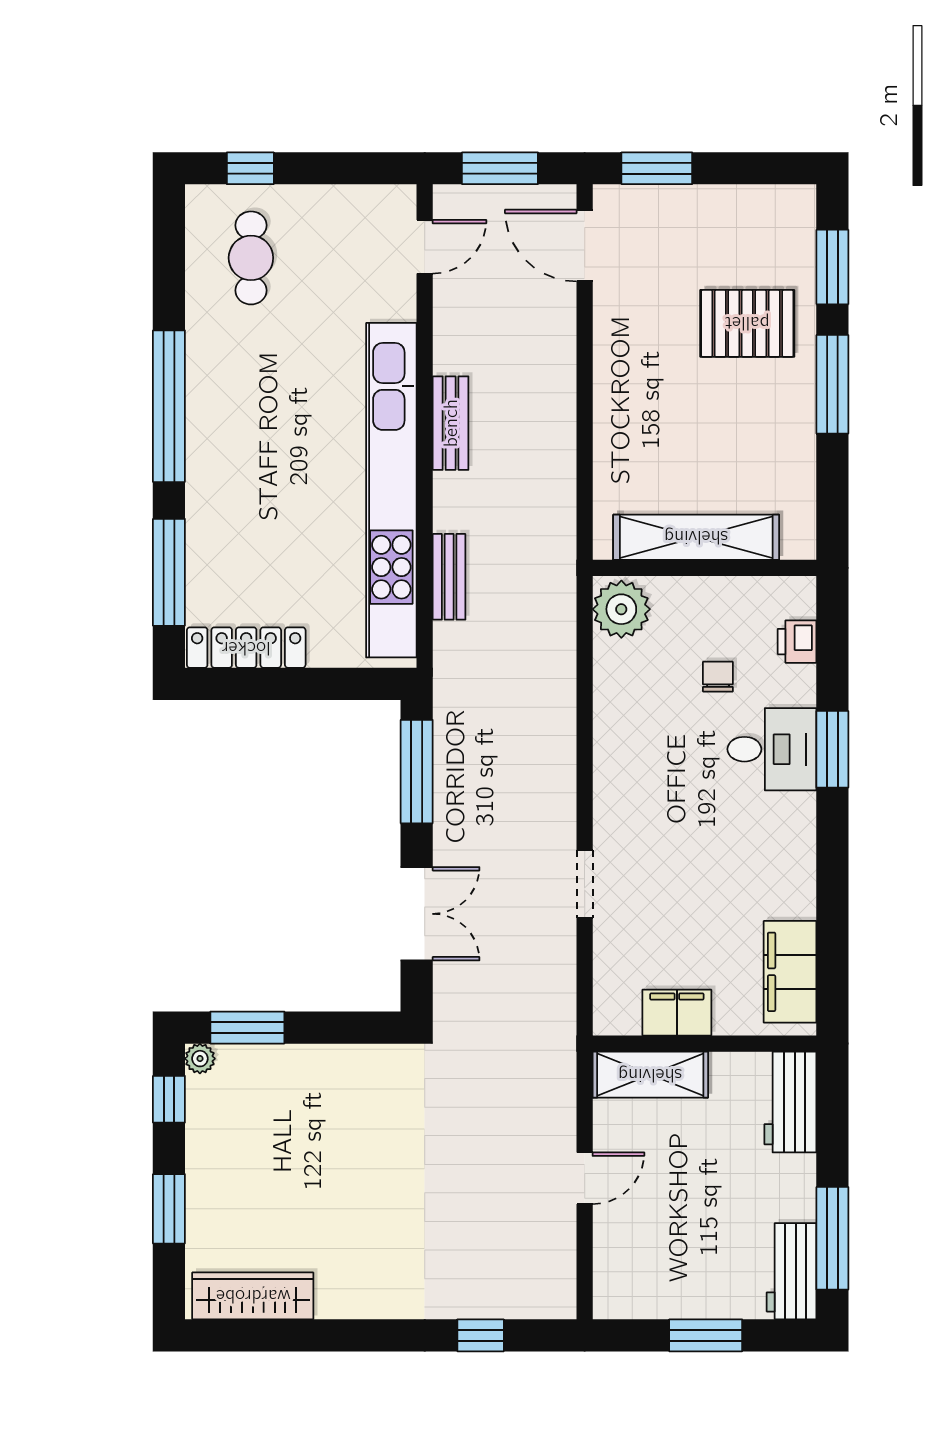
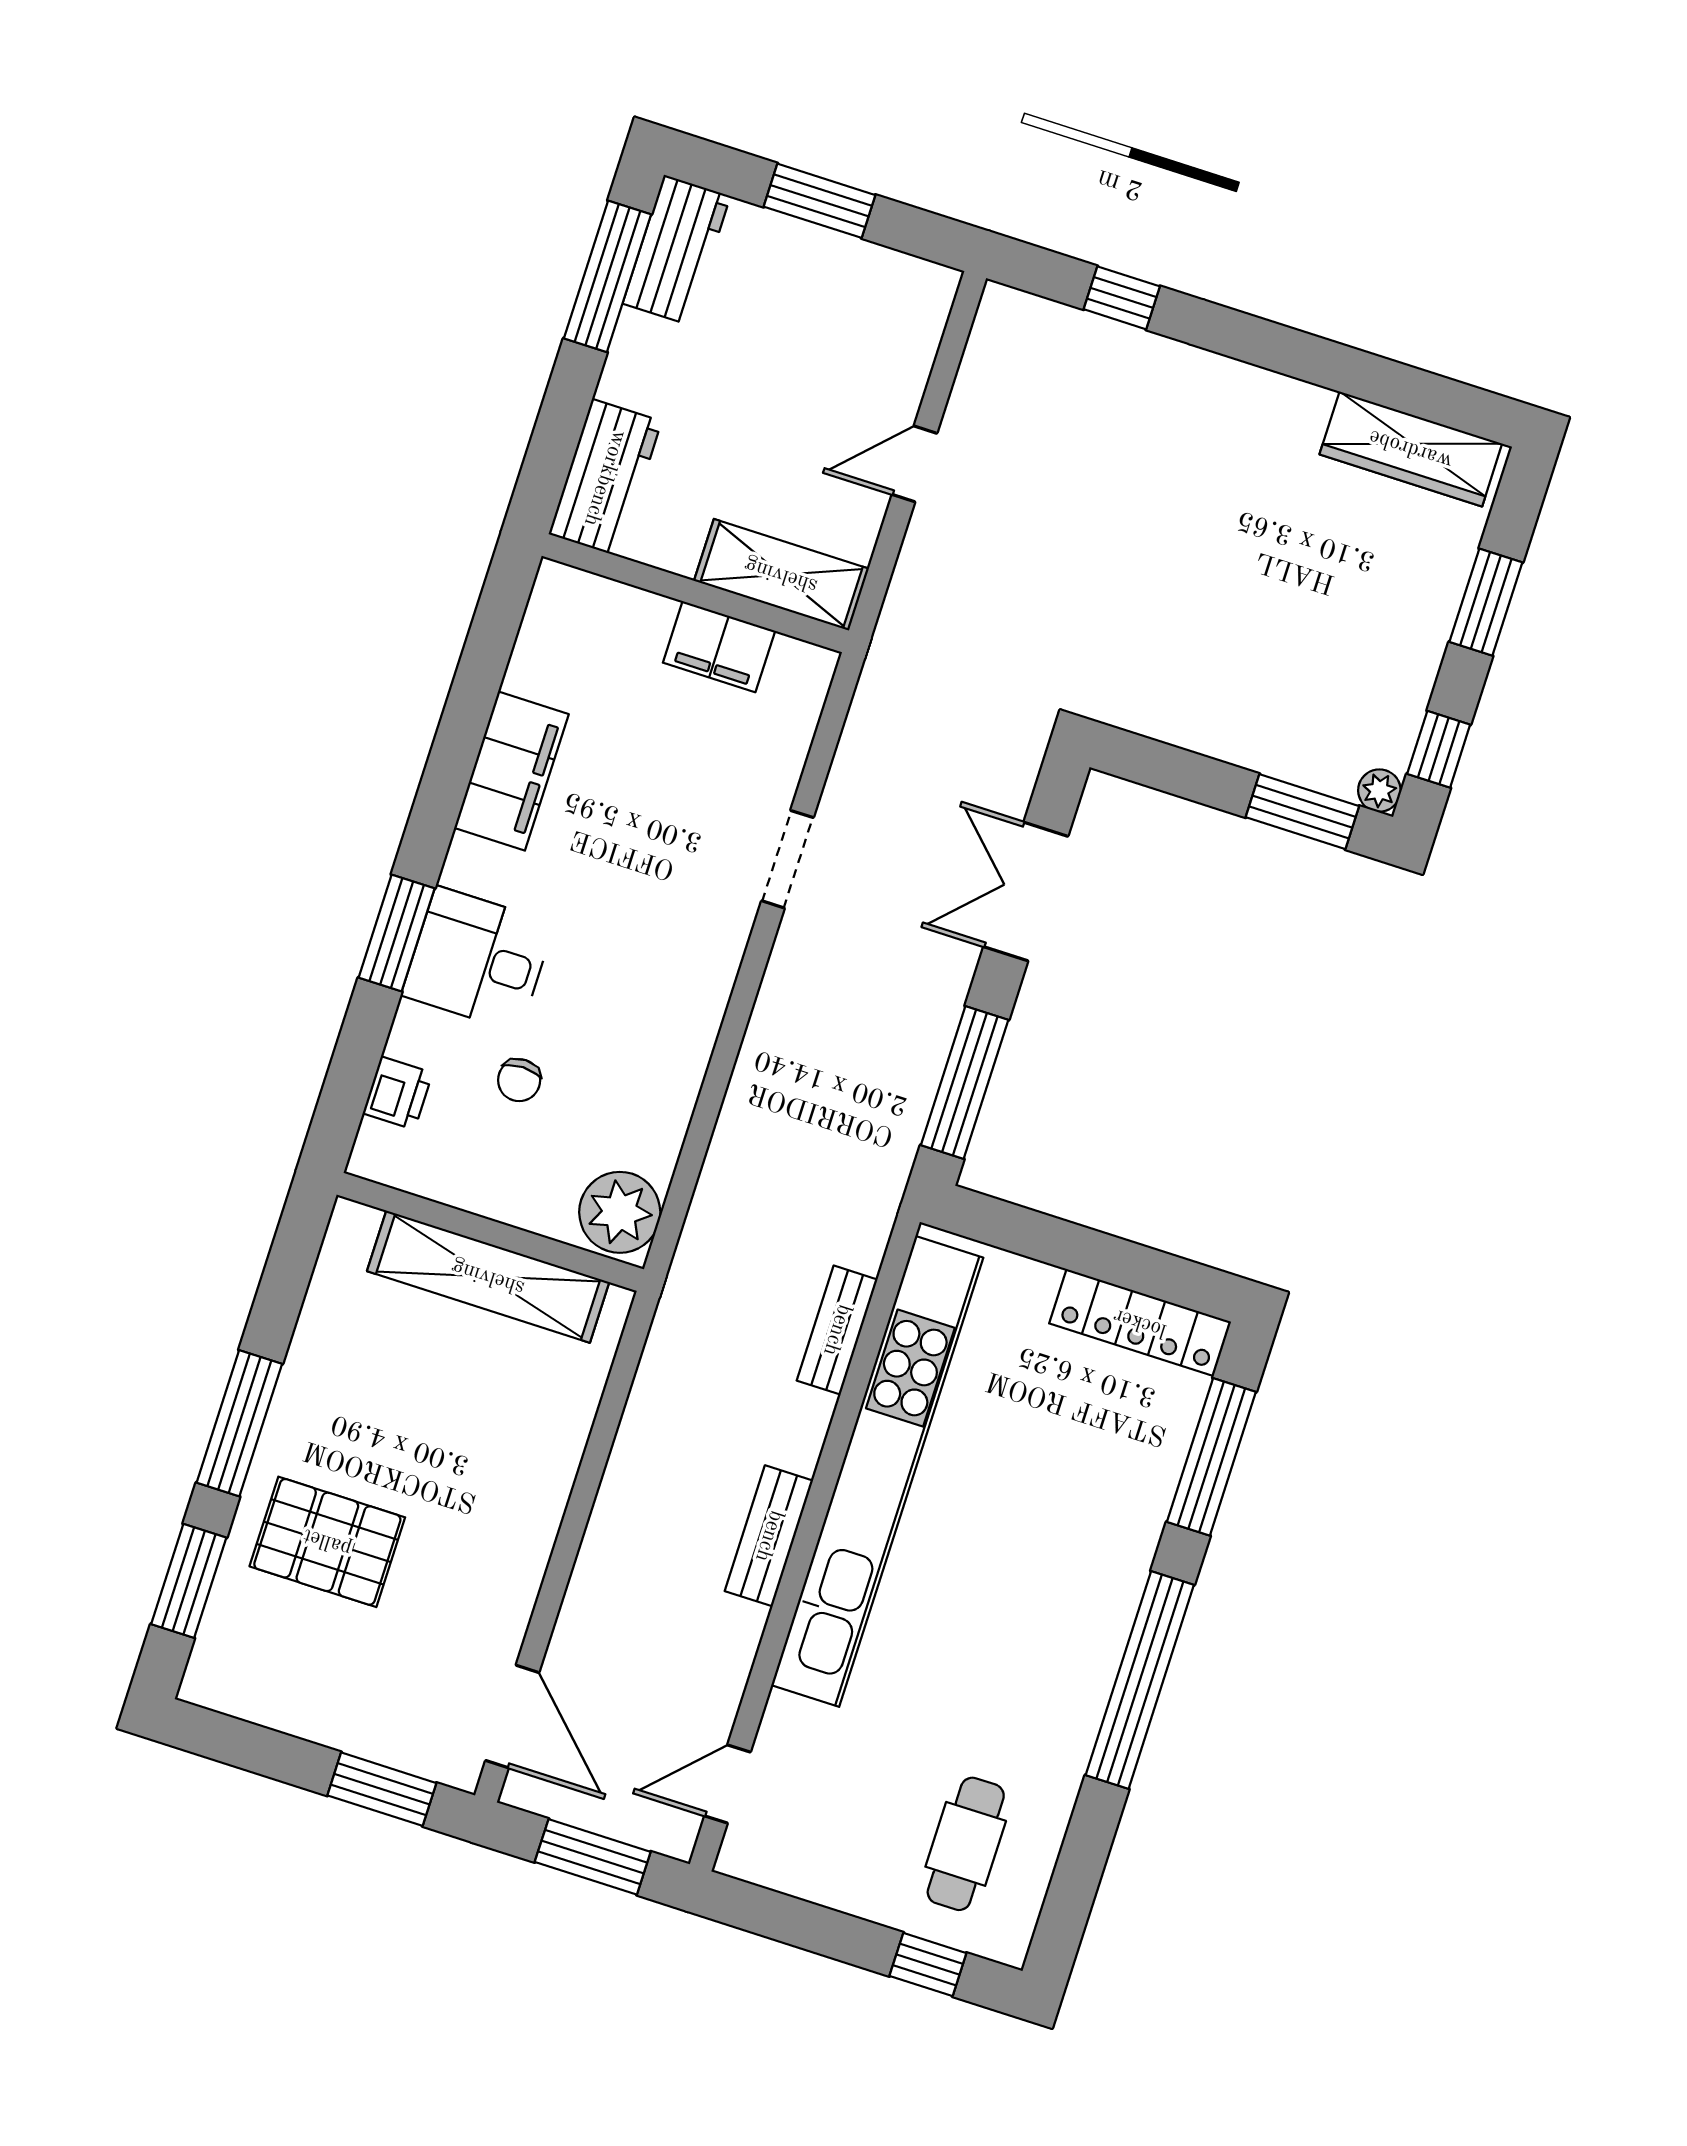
filing cabinet: (790, 972) -> (512, 771), moved

